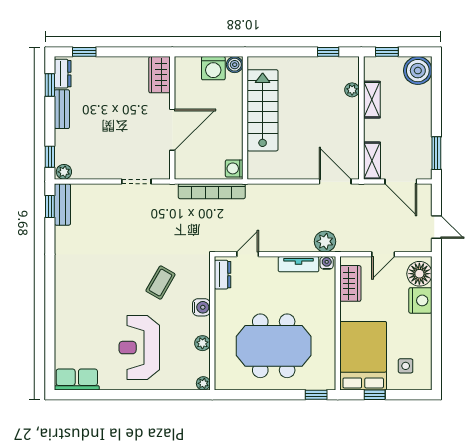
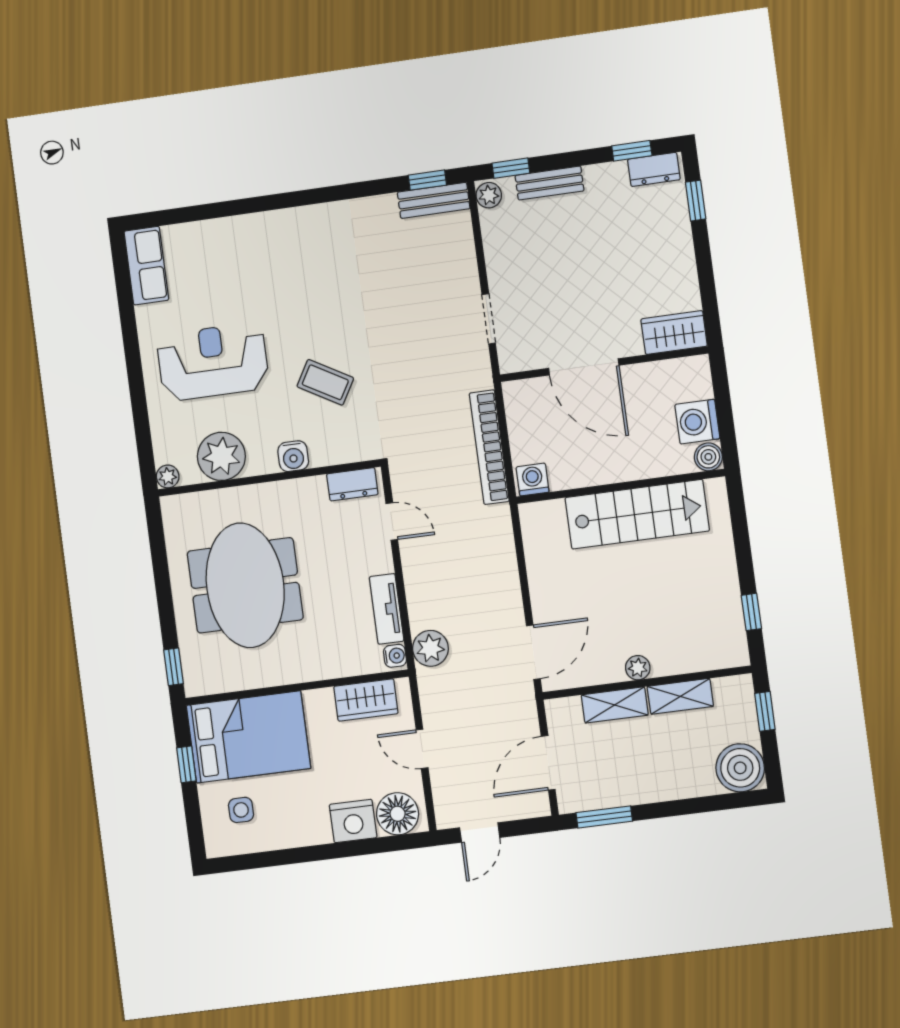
plant: (352, 90) -> (638, 668), moved
bench: (62, 109) -> (550, 183), moved
shelving: (372, 161) -> (615, 705), moved
plant: (202, 343) -> (221, 456), width x1.88, depth x1.88

